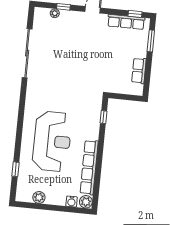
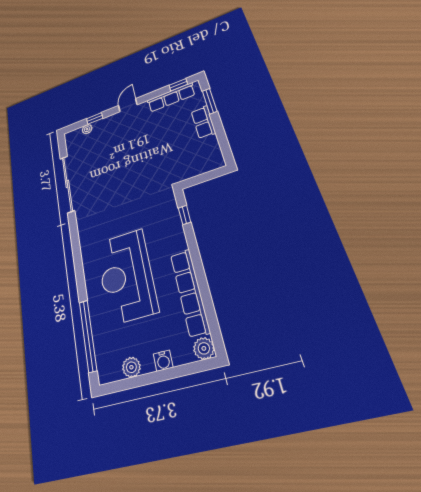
row of seats: (139, 71) -> (203, 122), moved
reception desk: (52, 141) -> (126, 276), turned 180
window: (16, 169) -> (88, 336), width x3.17
water cooler: (72, 201) -> (163, 361), moved

